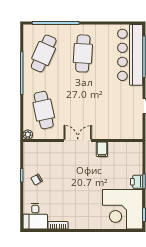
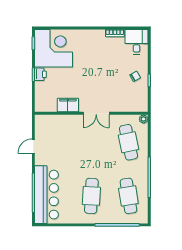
cafe table: (44, 53) -> (128, 196), turned -33
filing cabinet: (102, 149) -> (68, 105), width x2.00

